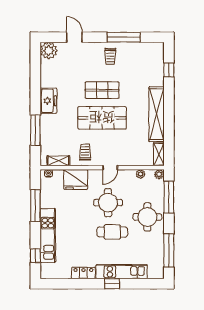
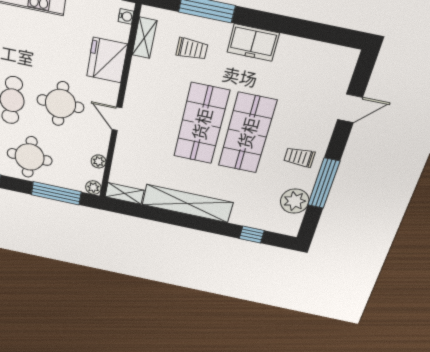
plant: (49, 51) -> (295, 201), moved
shop shelf: (102, 90) -> (247, 133), width x1.43, depth x1.36
trolley: (85, 152) -> (192, 49), moved

